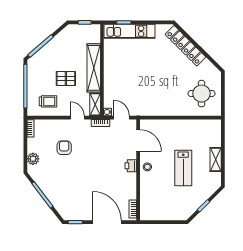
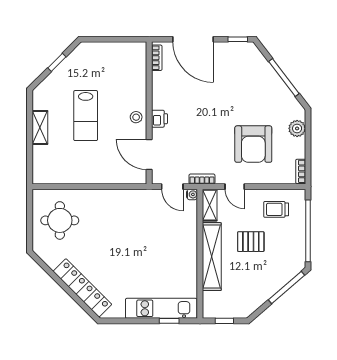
armchair: (64, 148) -> (253, 144), width x1.88, depth x1.88
lab bench: (183, 168) -> (86, 116), turned 180

